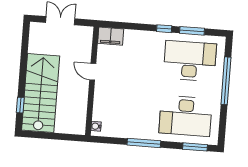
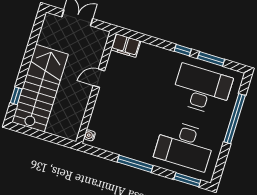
door: (93, 72) -> (99, 78), hinge flipped

